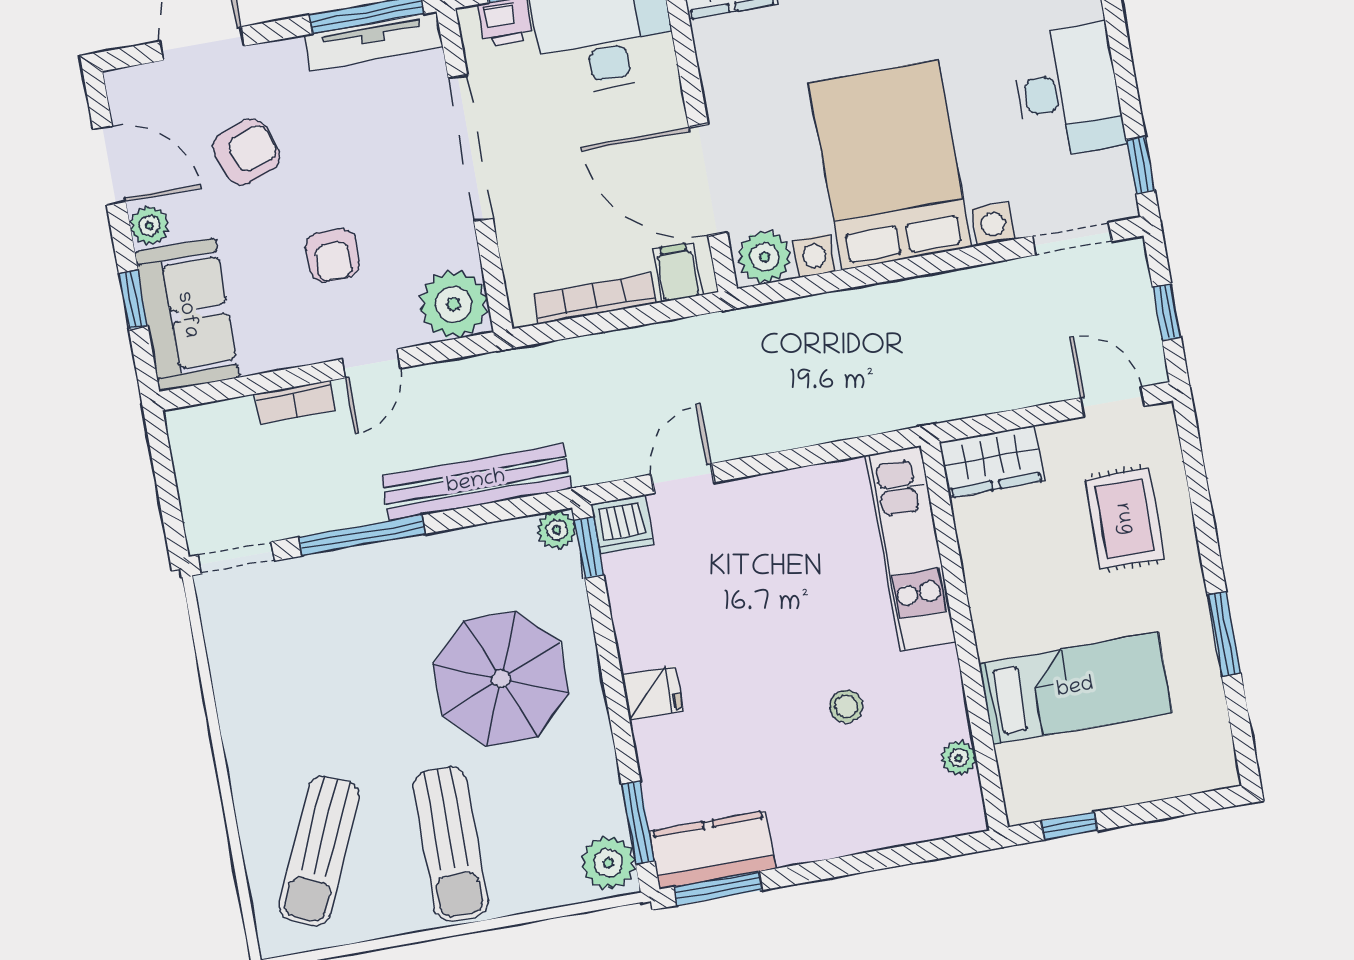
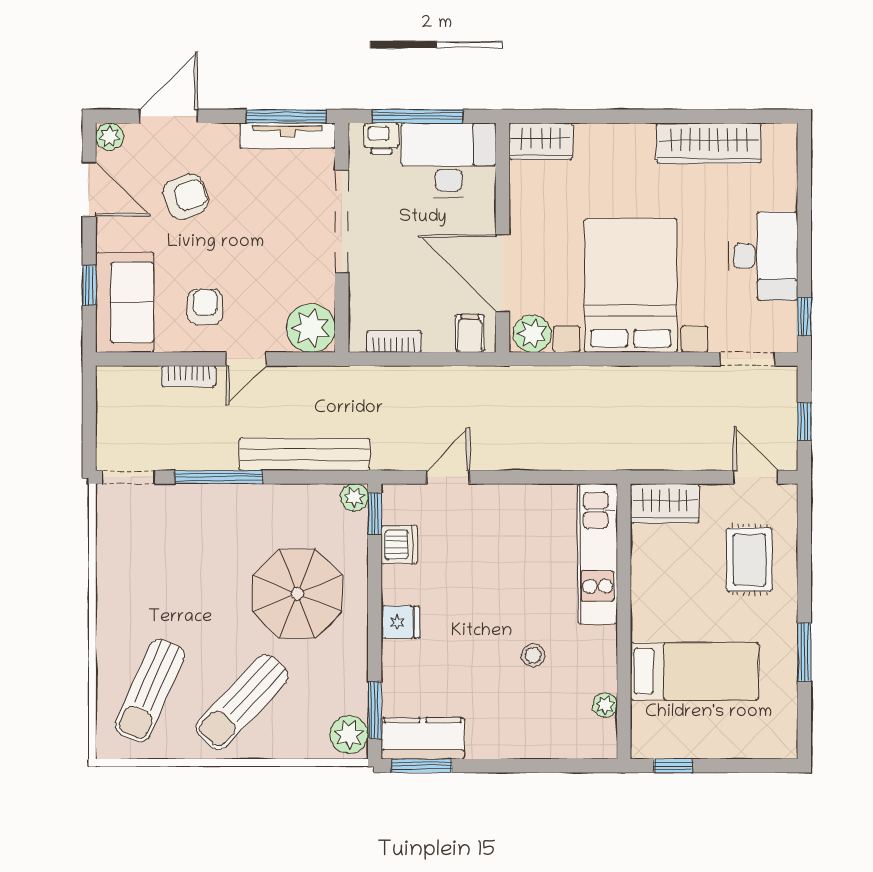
plant: (149, 226) -> (109, 137), moved
armchair: (333, 255) -> (205, 307), moved, turned 180
bookcase: (595, 299) -> (394, 342), width x0.64
dishwasher: (622, 525) -> (399, 545), moved, turned -90
sun lounger: (451, 844) -> (242, 702), turned 43

